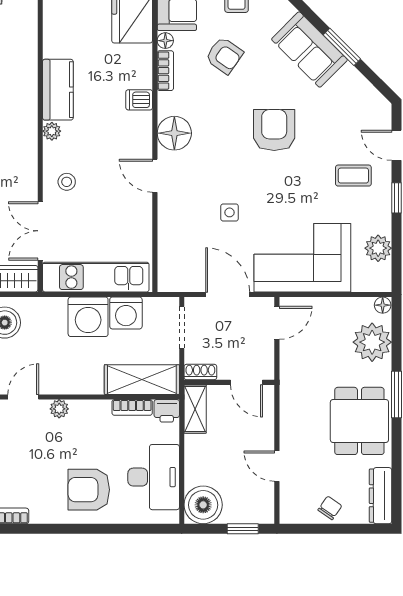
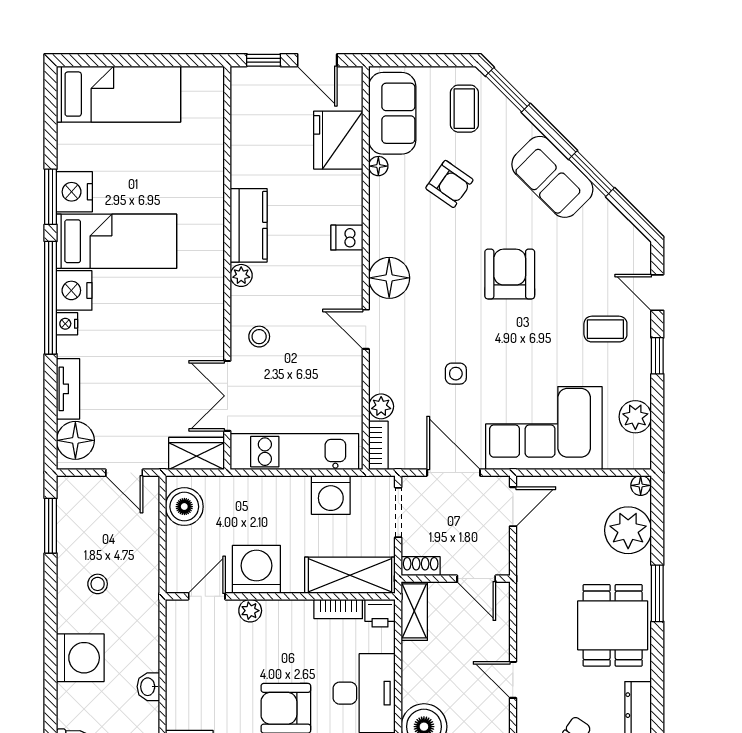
bookcase: (165, 71) -> (378, 445), moved
plant: (168, 240) -> (381, 406), added
washing machine: (88, 317) -> (256, 569), moved, turned 180

